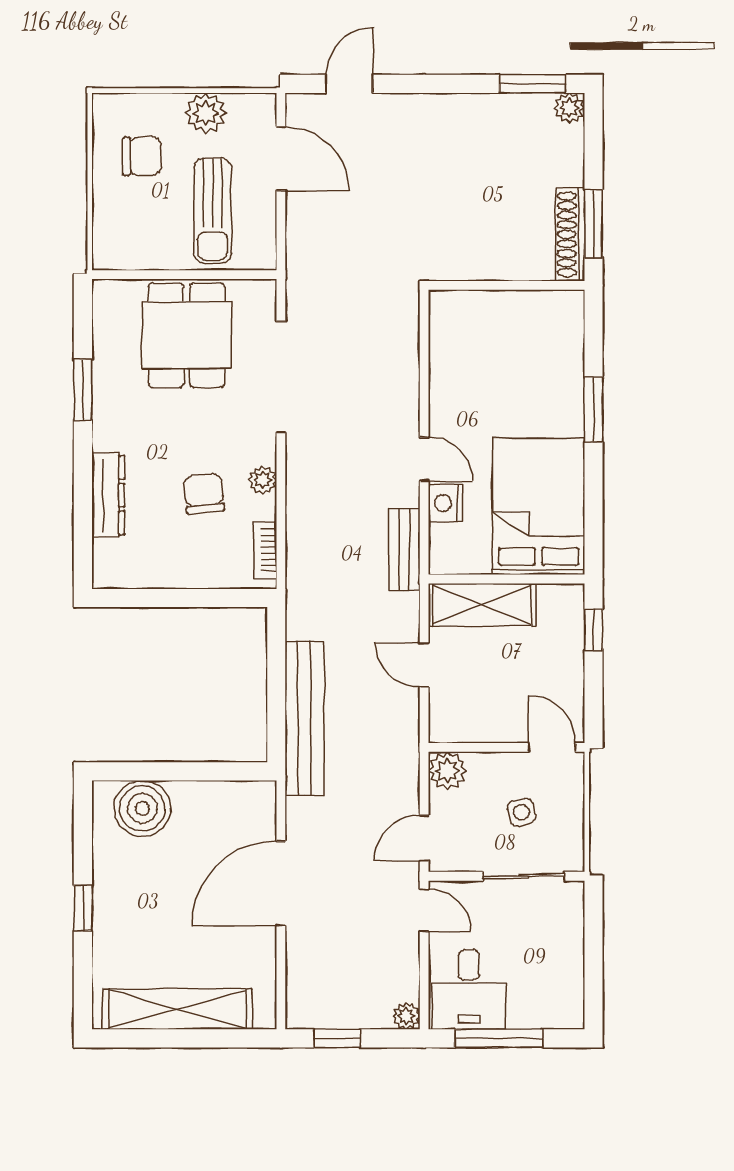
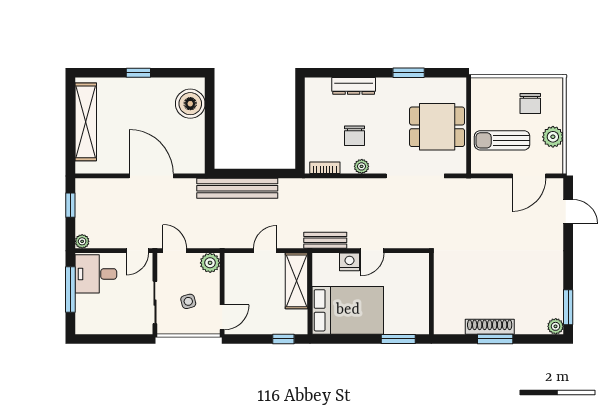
wall: (507, 285) -> (431, 294), moved
chair: (204, 494) -> (354, 136), turned 96

